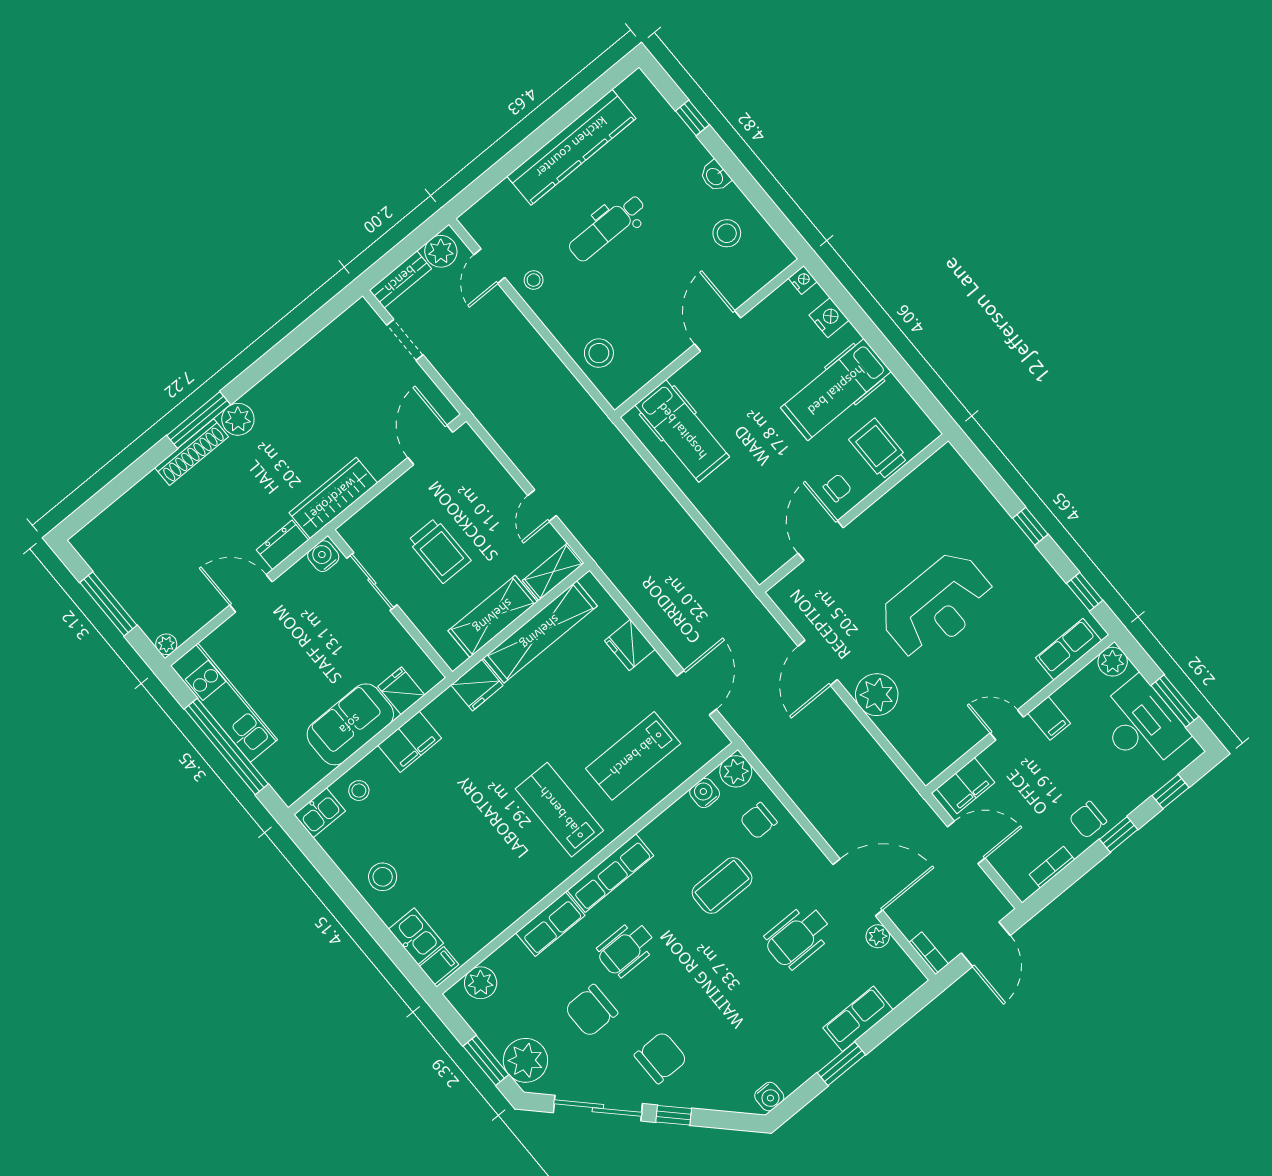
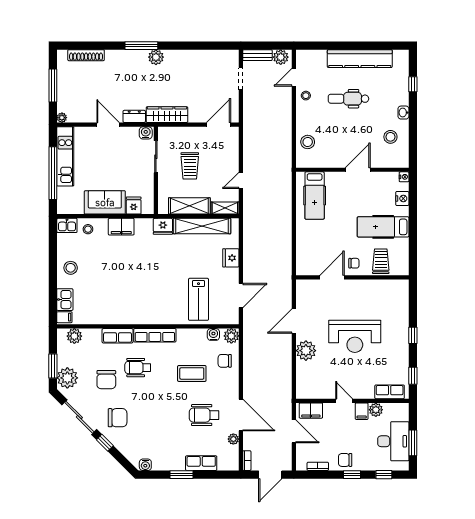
shoe rack: (192, 452) -> (86, 55), moved
plant: (1113, 662) -> (376, 410), moved
lab bench: (633, 756) -> (199, 299), turned -90
lab bench: (559, 810) -> (155, 297), removed
chair: (591, 1011) -> (106, 380), turned -90

